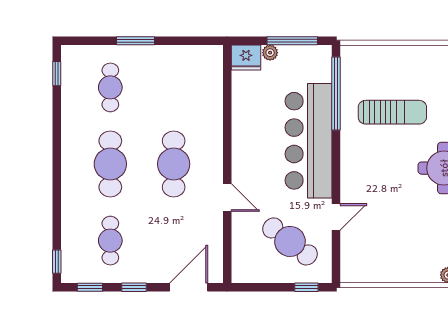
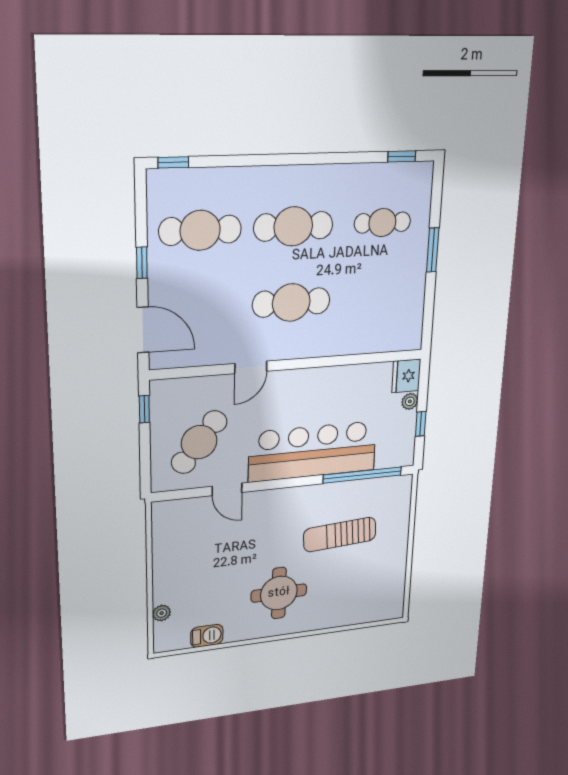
window: (292, 41) -> (421, 424), width x0.46
sun lounger: (392, 112) -> (340, 535), turned 86
cafe table: (110, 241) -> (200, 230), width x1.37, depth x1.35
window: (90, 287) -> (141, 207), removed
window: (306, 287) -> (144, 409), moved

